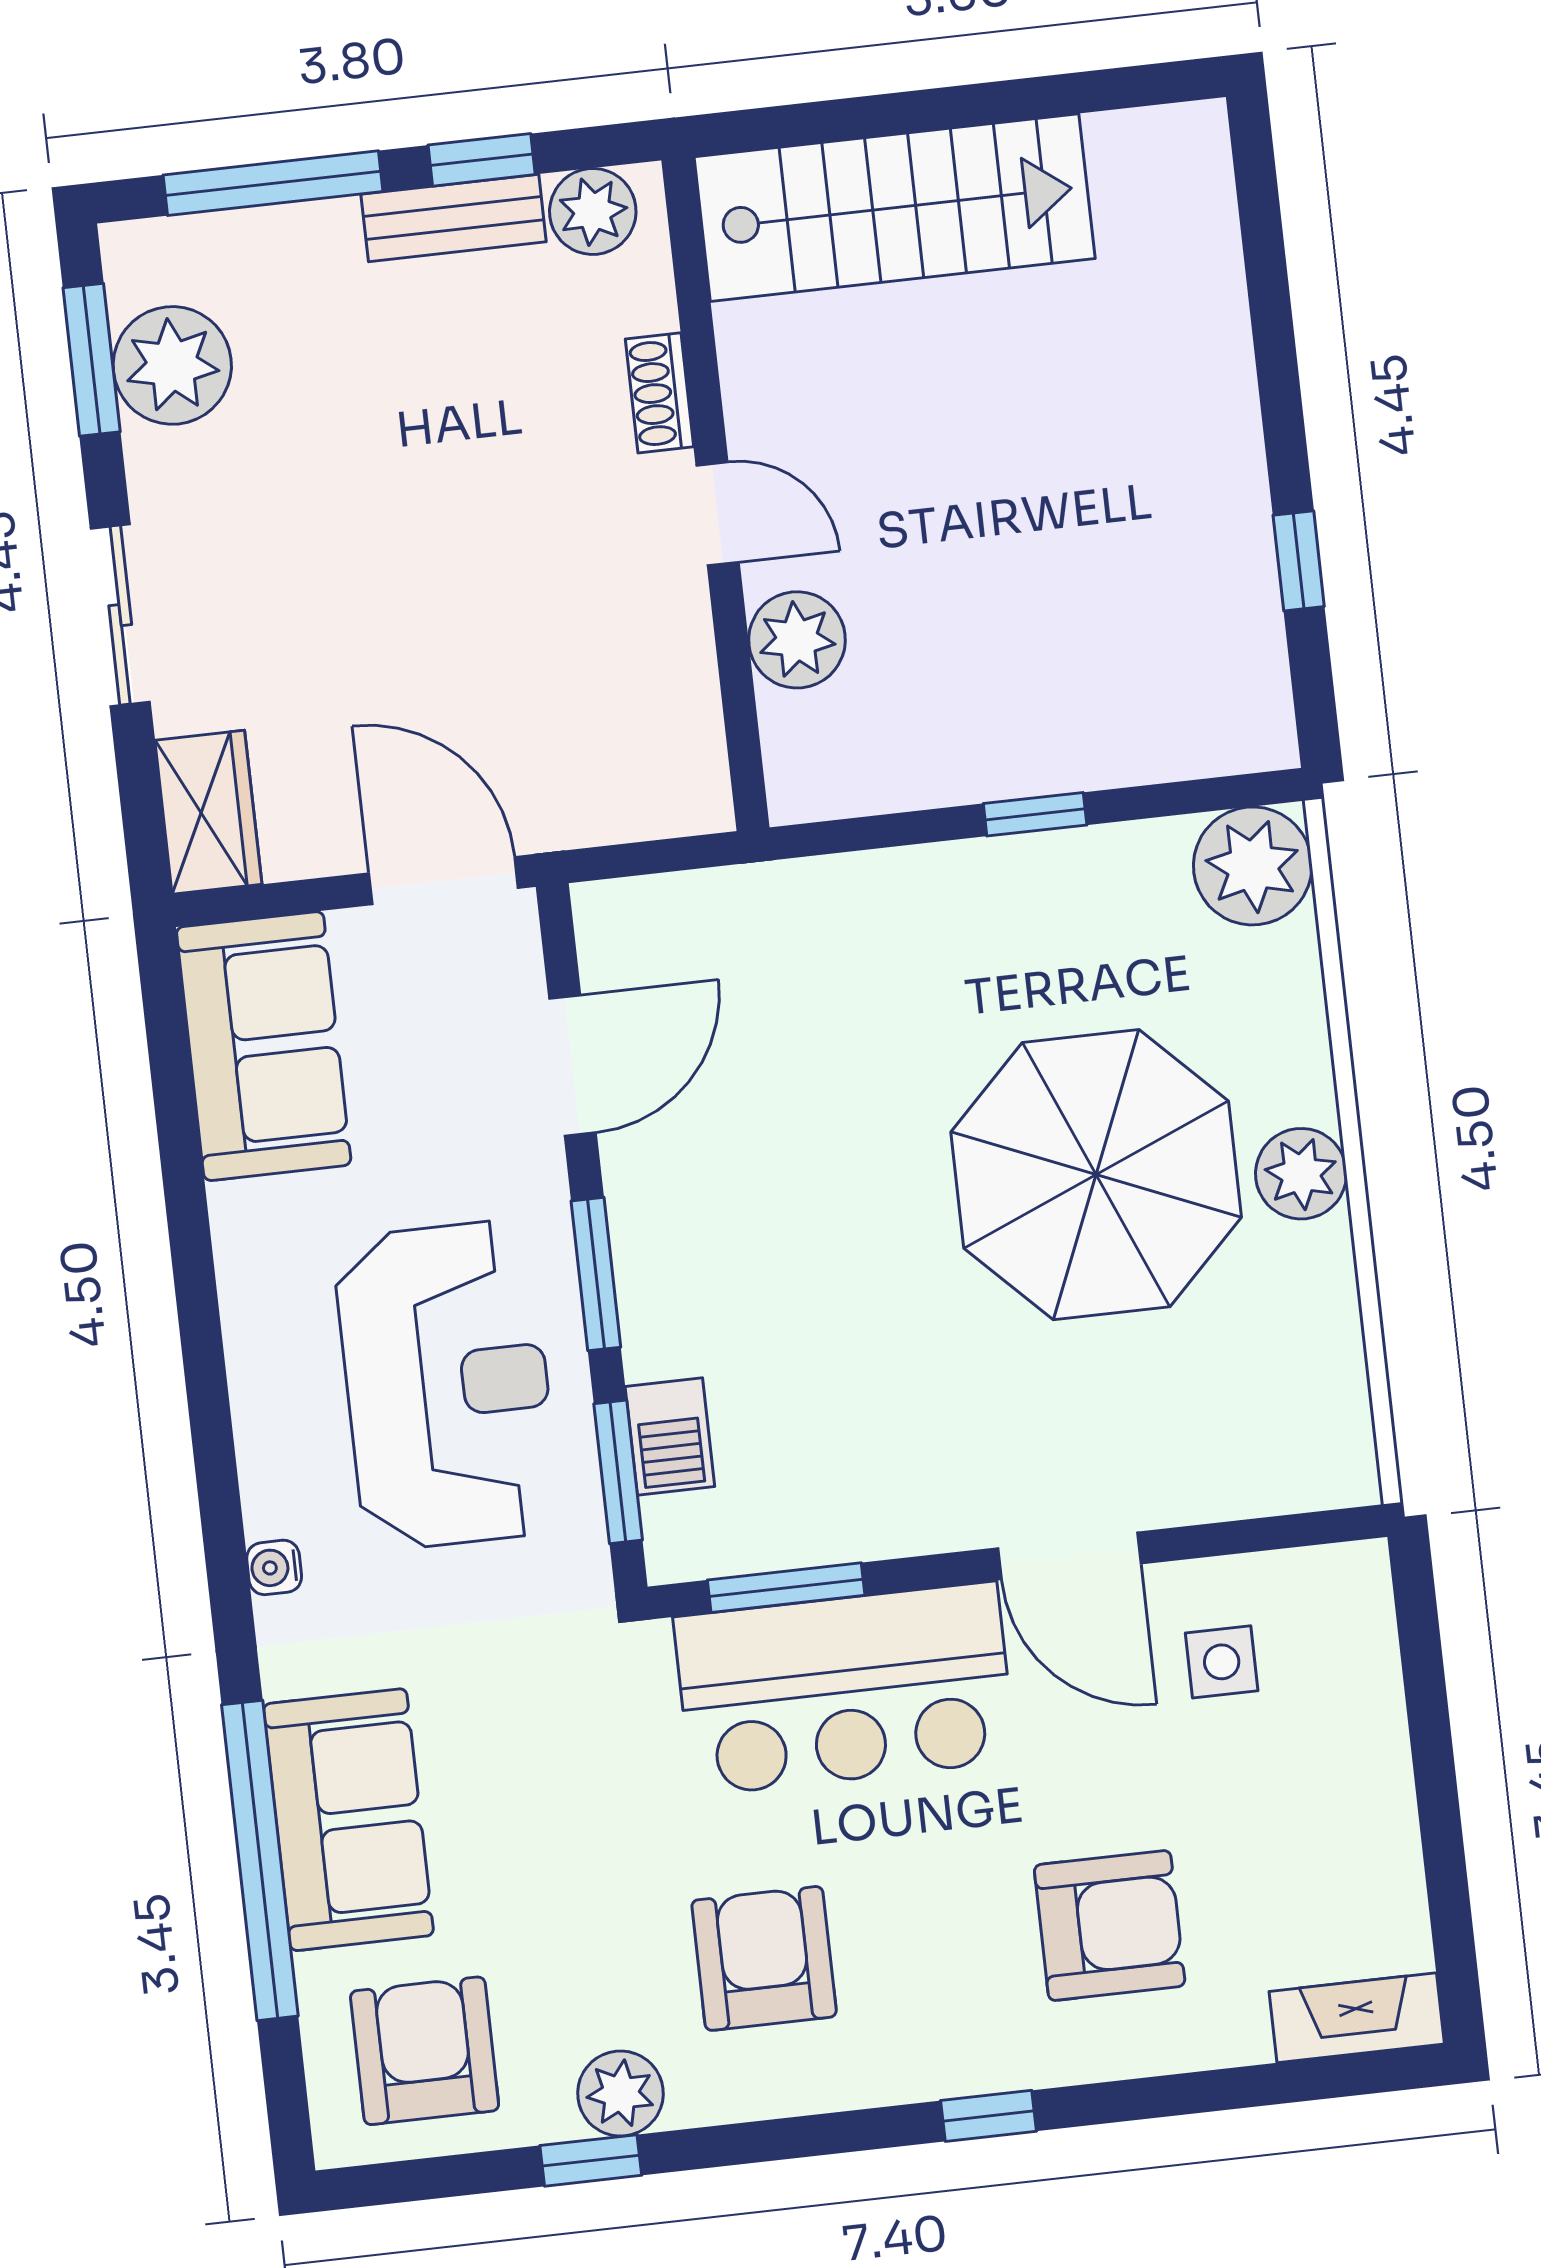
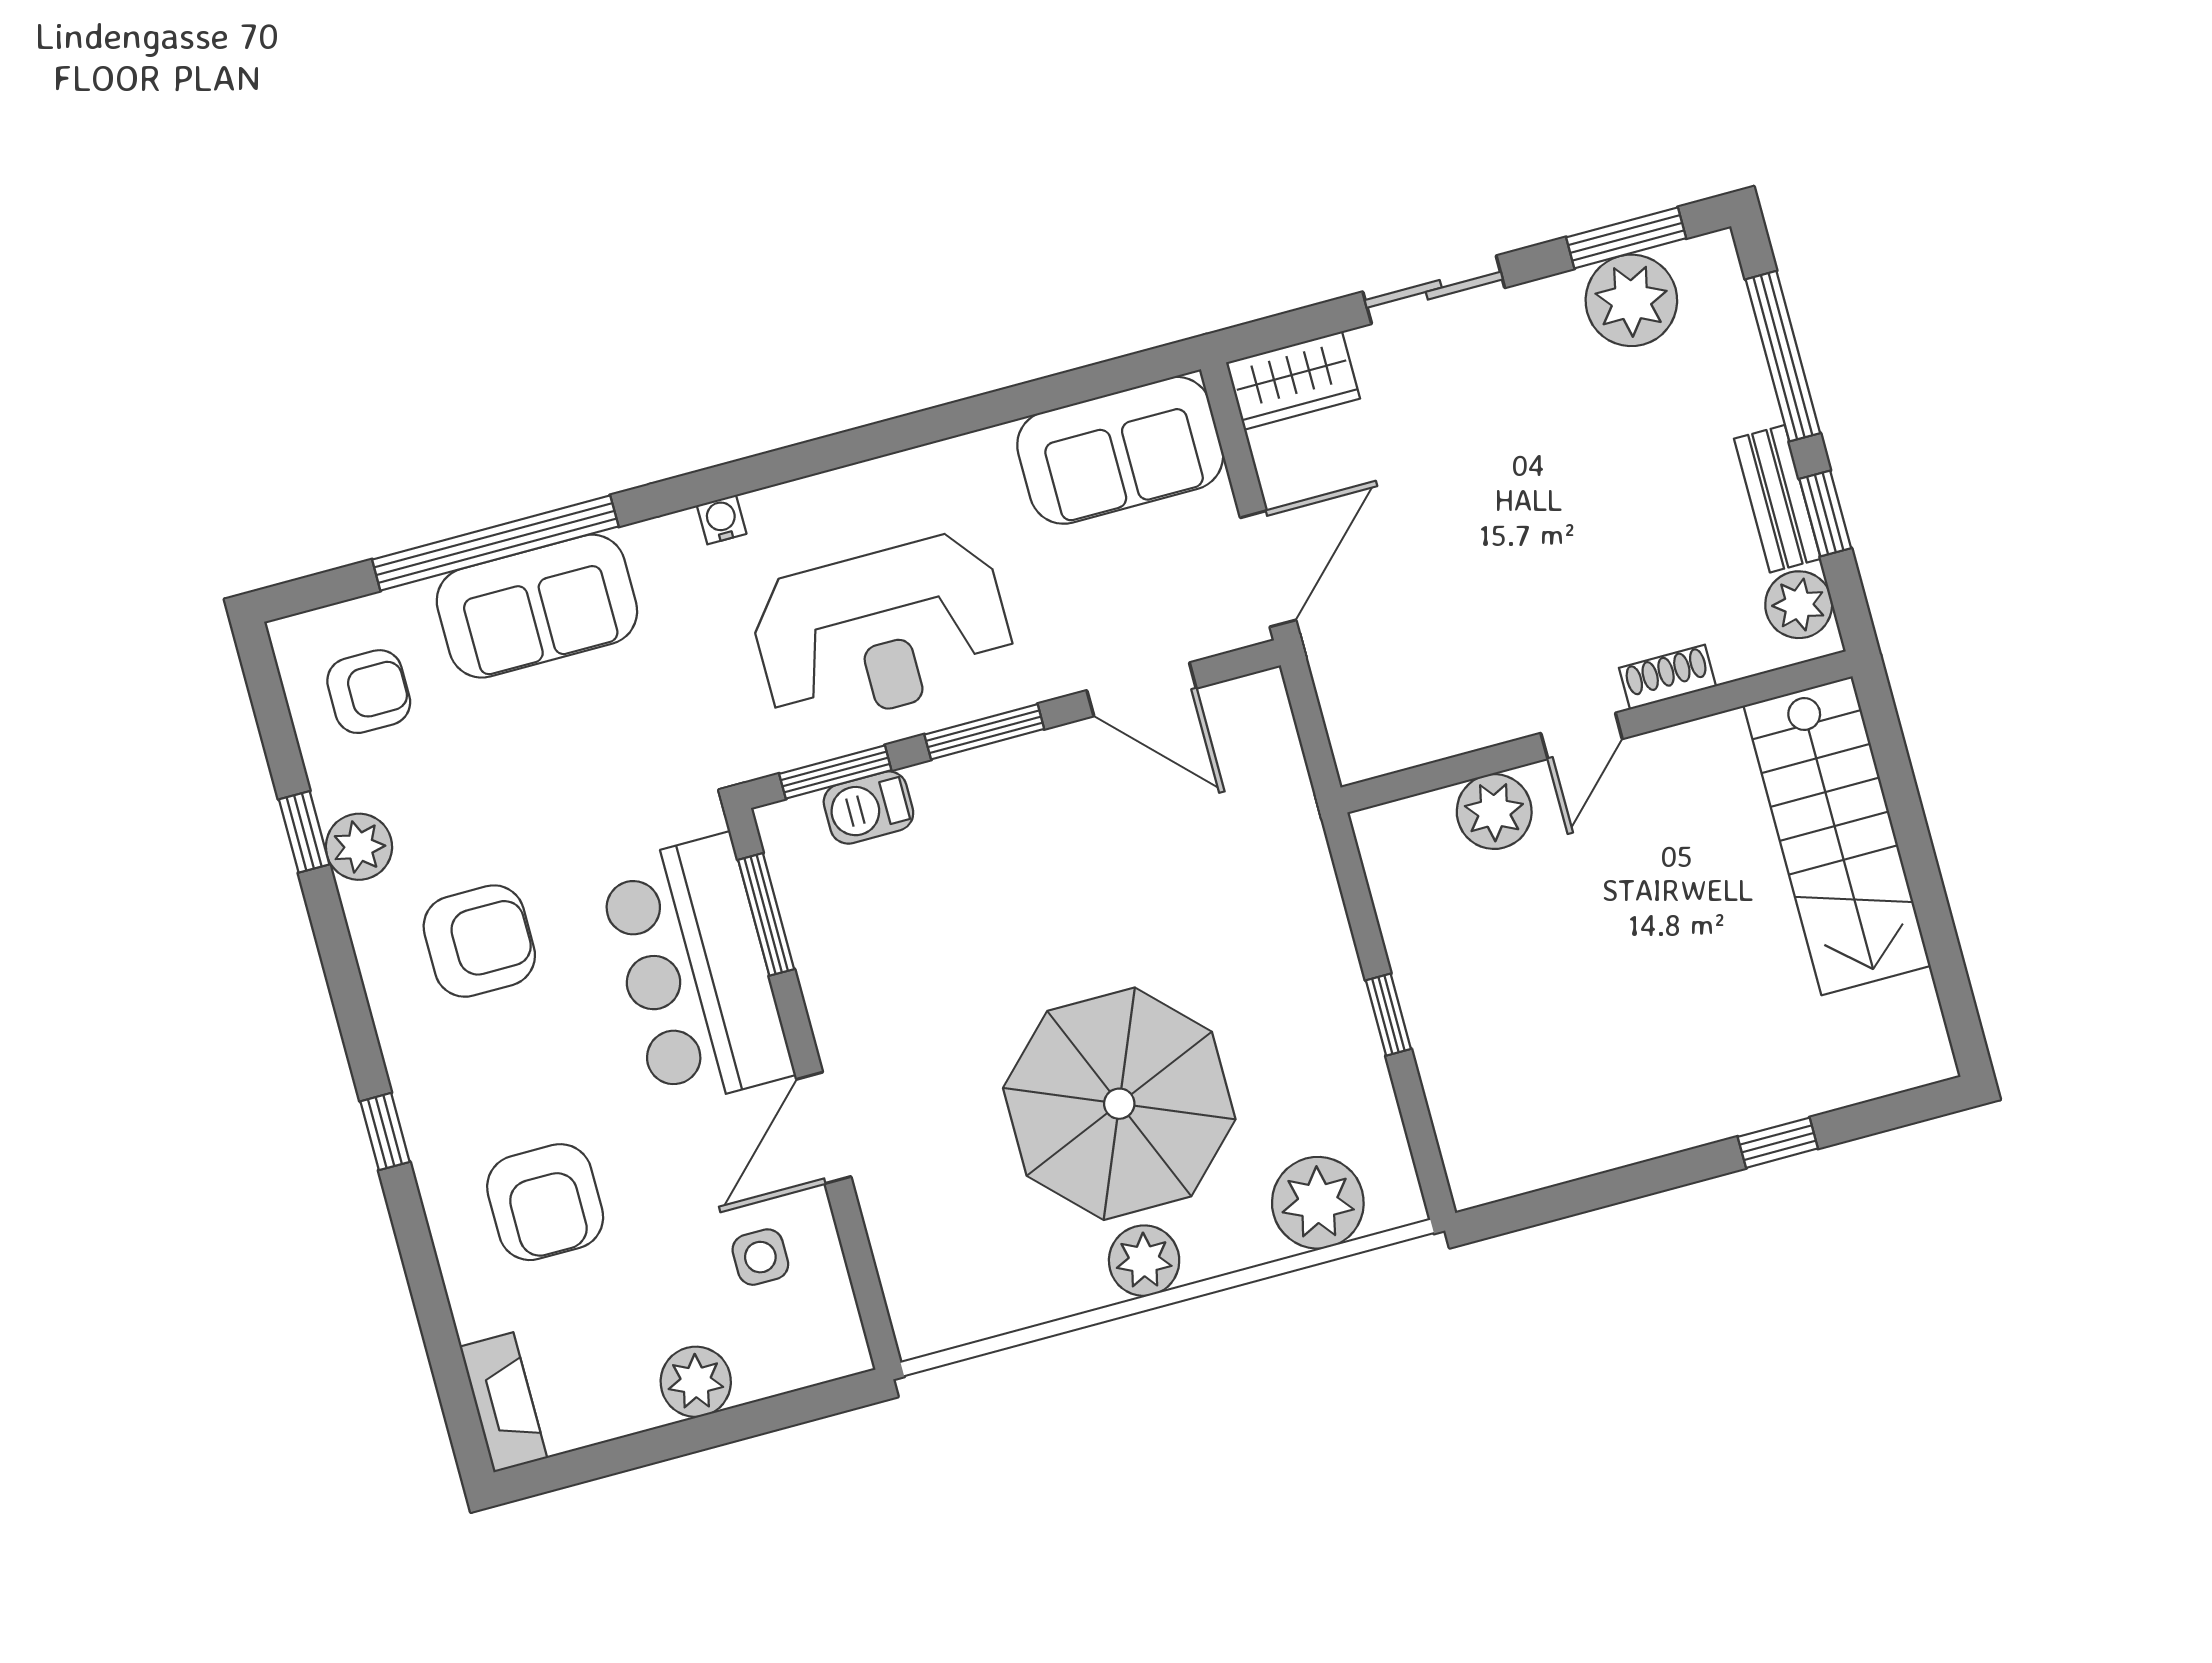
window: (1299, 561) -> (1778, 1143), moved
plant: (1253, 866) -> (1318, 1203), moved
plant: (1368, 1769) -> (696, 1382), added
armchair: (425, 2051) -> (369, 692), width x0.72, depth x0.72

